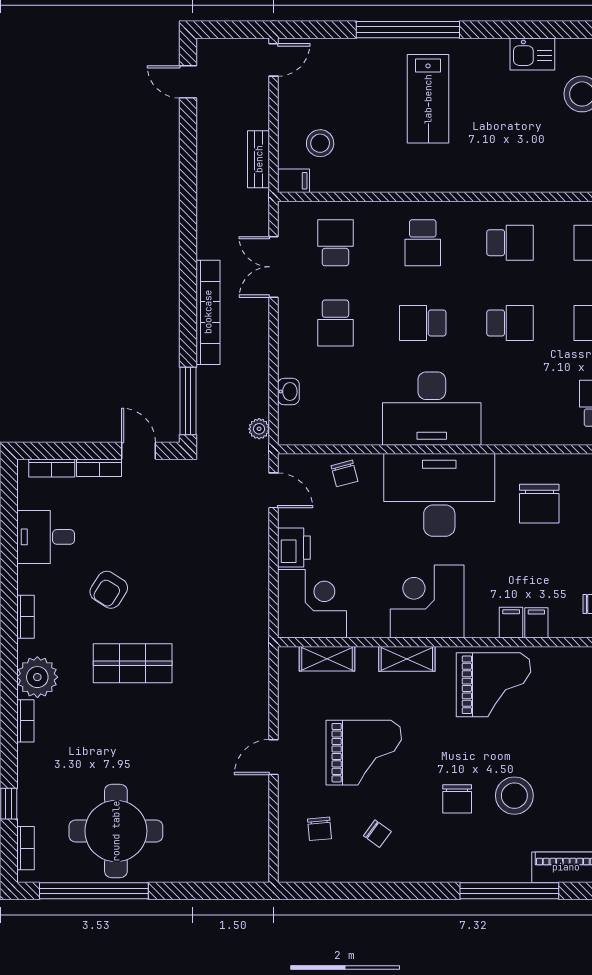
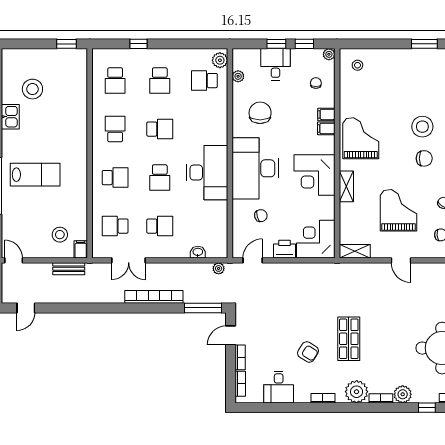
school desk: (510, 323) -> (160, 129), turned 90
chair: (345, 473) -> (261, 216), moved
chair: (539, 504) -> (260, 113), turned -90
shelving: (327, 659) -> (355, 251), moved, turned 90
plant: (33, 760) -> (403, 394), added

